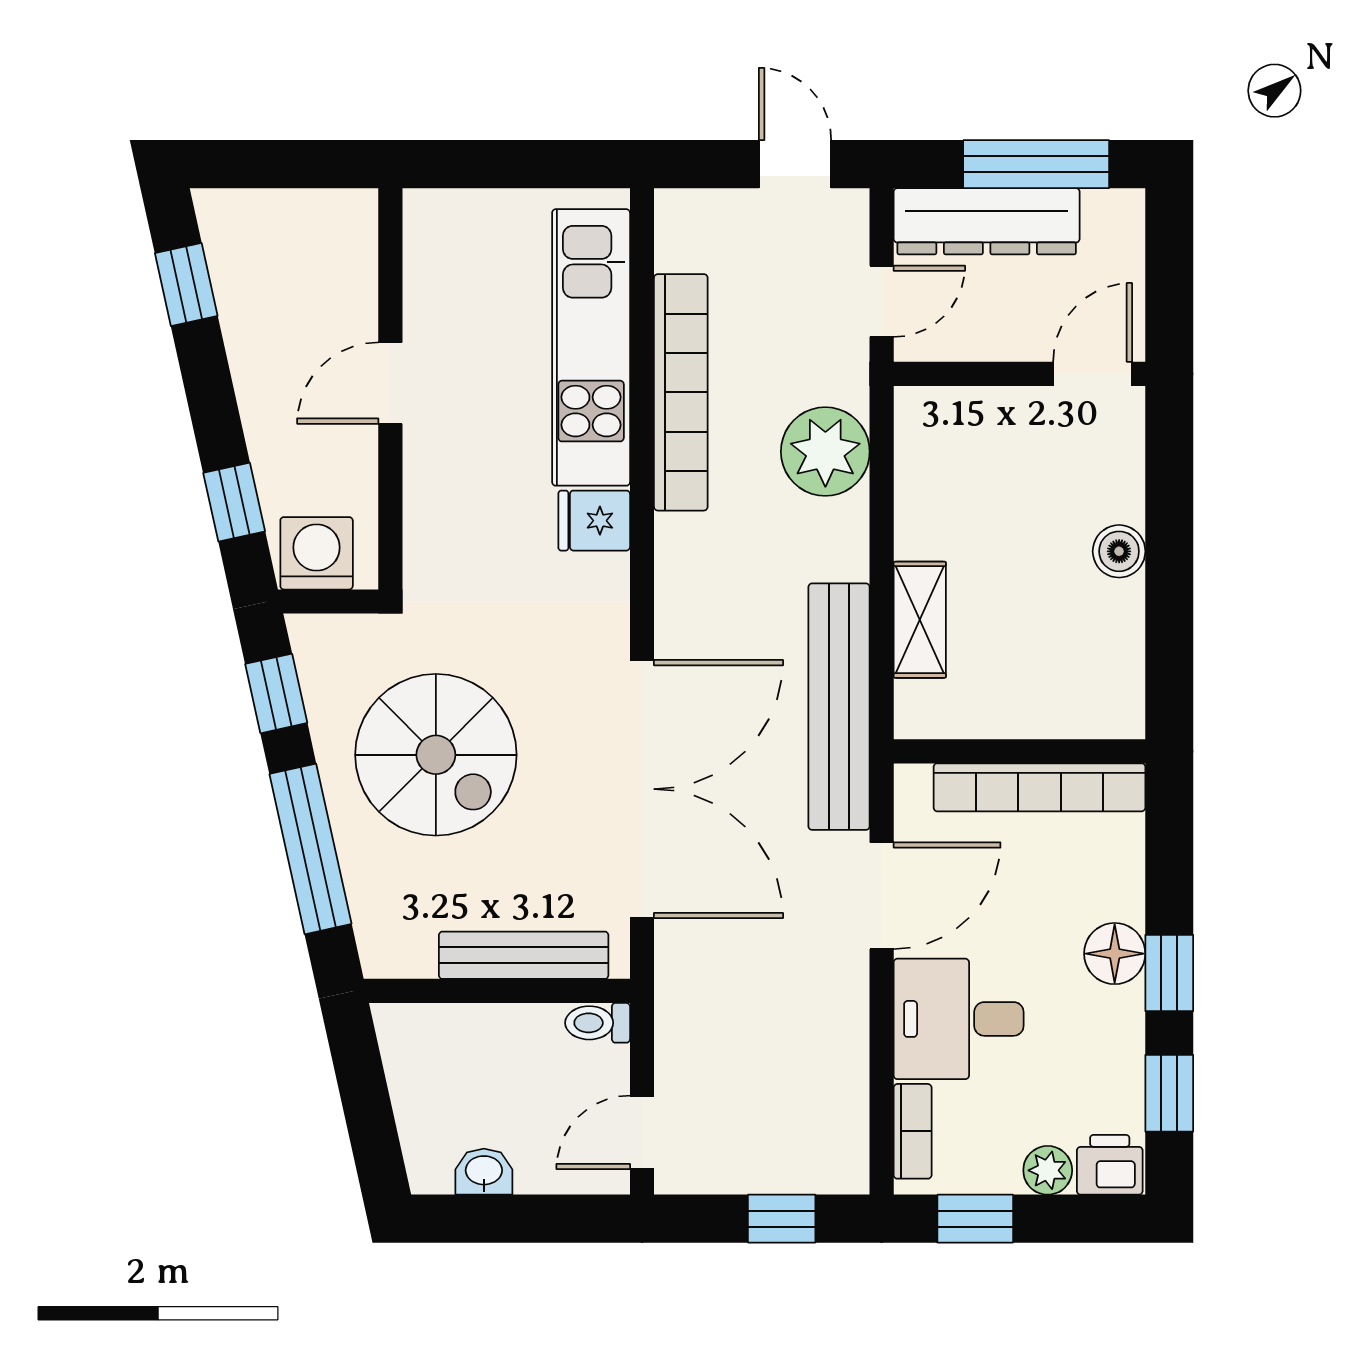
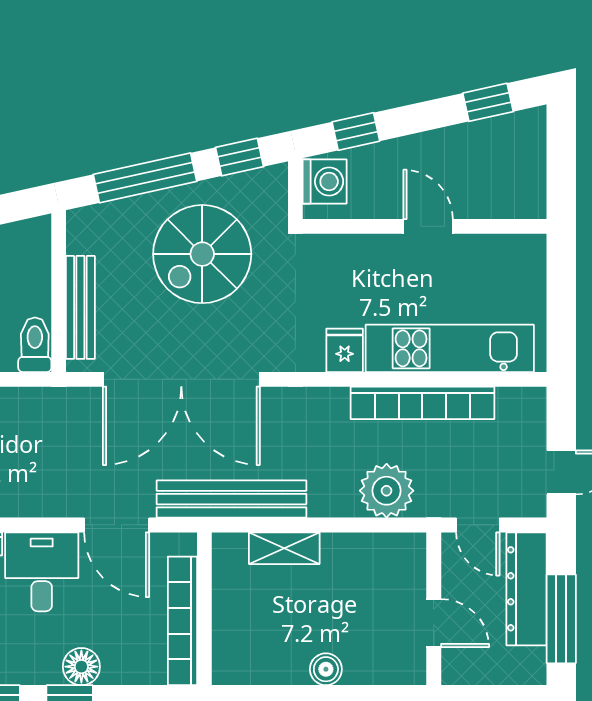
door: (1093, 374) -> (434, 623), moved
toilet: (598, 1023) -> (35, 345), width x1.37, depth x1.39

